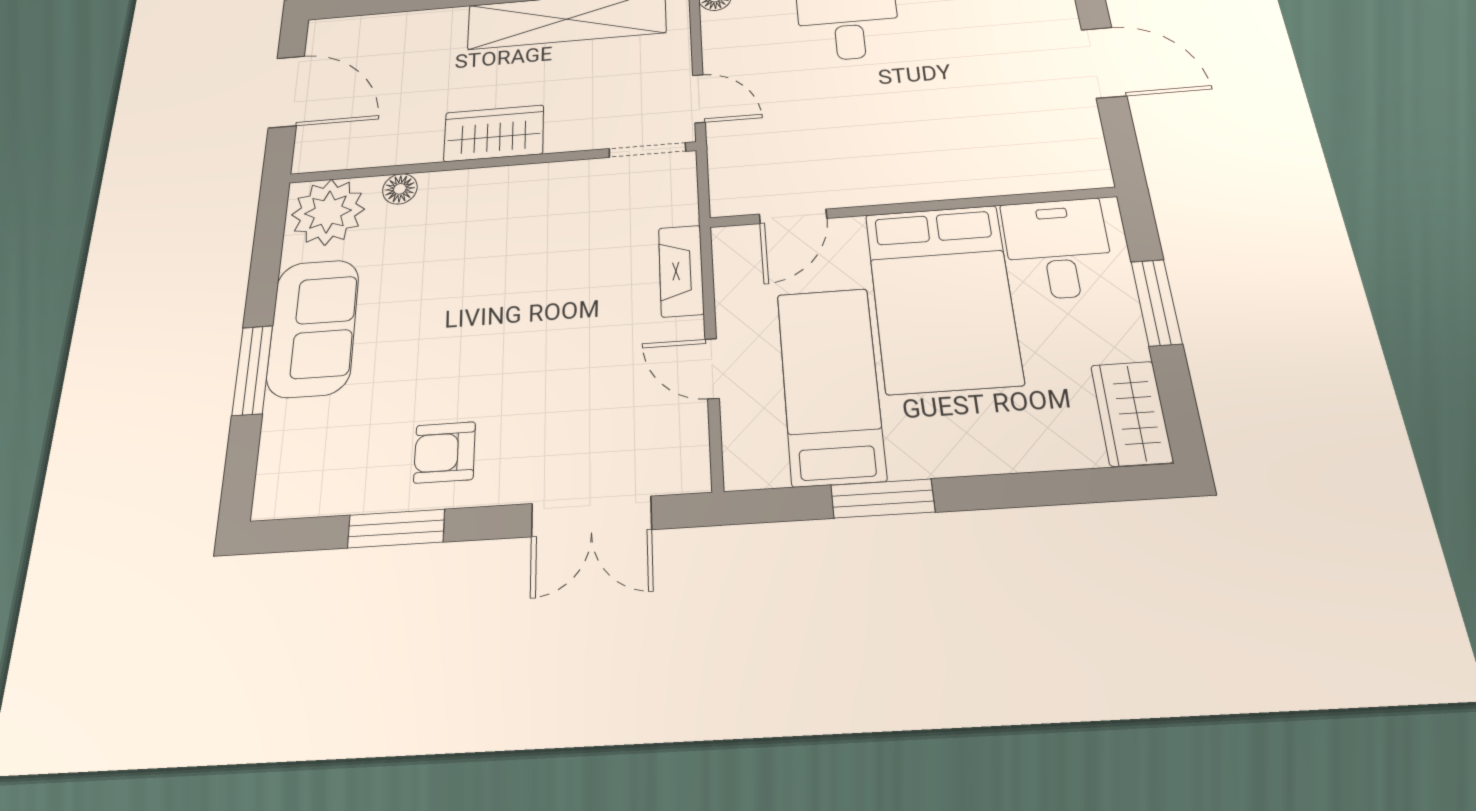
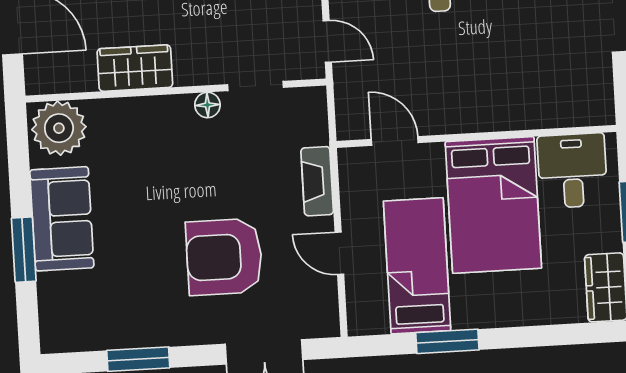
wardrobe: (494, 133) -> (135, 68), moved
doorway: (647, 150) -> (256, 86), moved
floor lamp: (400, 189) -> (207, 105), moved
door: (793, 216) -> (395, 141), swing flipped
armchair: (445, 452) -> (224, 257), moved, width x1.88, depth x1.88

